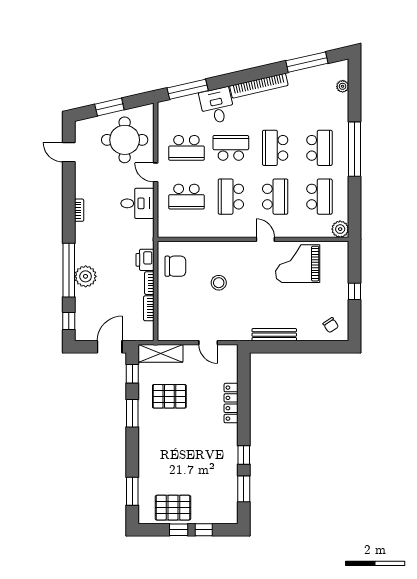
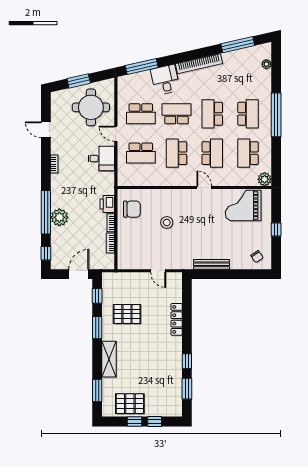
door: (69, 152) -> (46, 130), moved
school desk: (319, 197) -> (248, 153), turned 180
grand piano: (298, 264) -> (243, 206), moved
shelving: (161, 353) -> (109, 359), moved, turned 90

